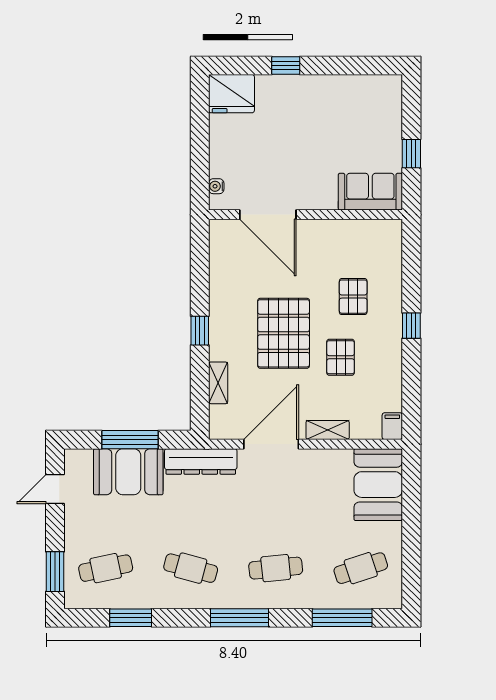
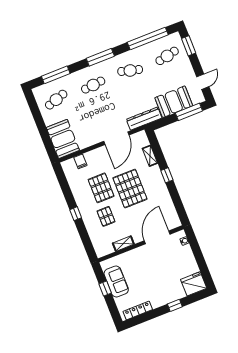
locker: (364, 84) -> (138, 310), added
sofa: (370, 192) -> (116, 282), moved, turned -90
door: (268, 215) -> (157, 237), hinge flipped
pallet: (341, 357) -> (101, 188), width x1.50, depth x1.42
filing cabinet: (392, 426) -> (80, 161), moved
shelving: (328, 430) -> (123, 244), moved
window: (130, 440) -> (189, 112), moved
window: (131, 618) -> (148, 39), width x2.11

